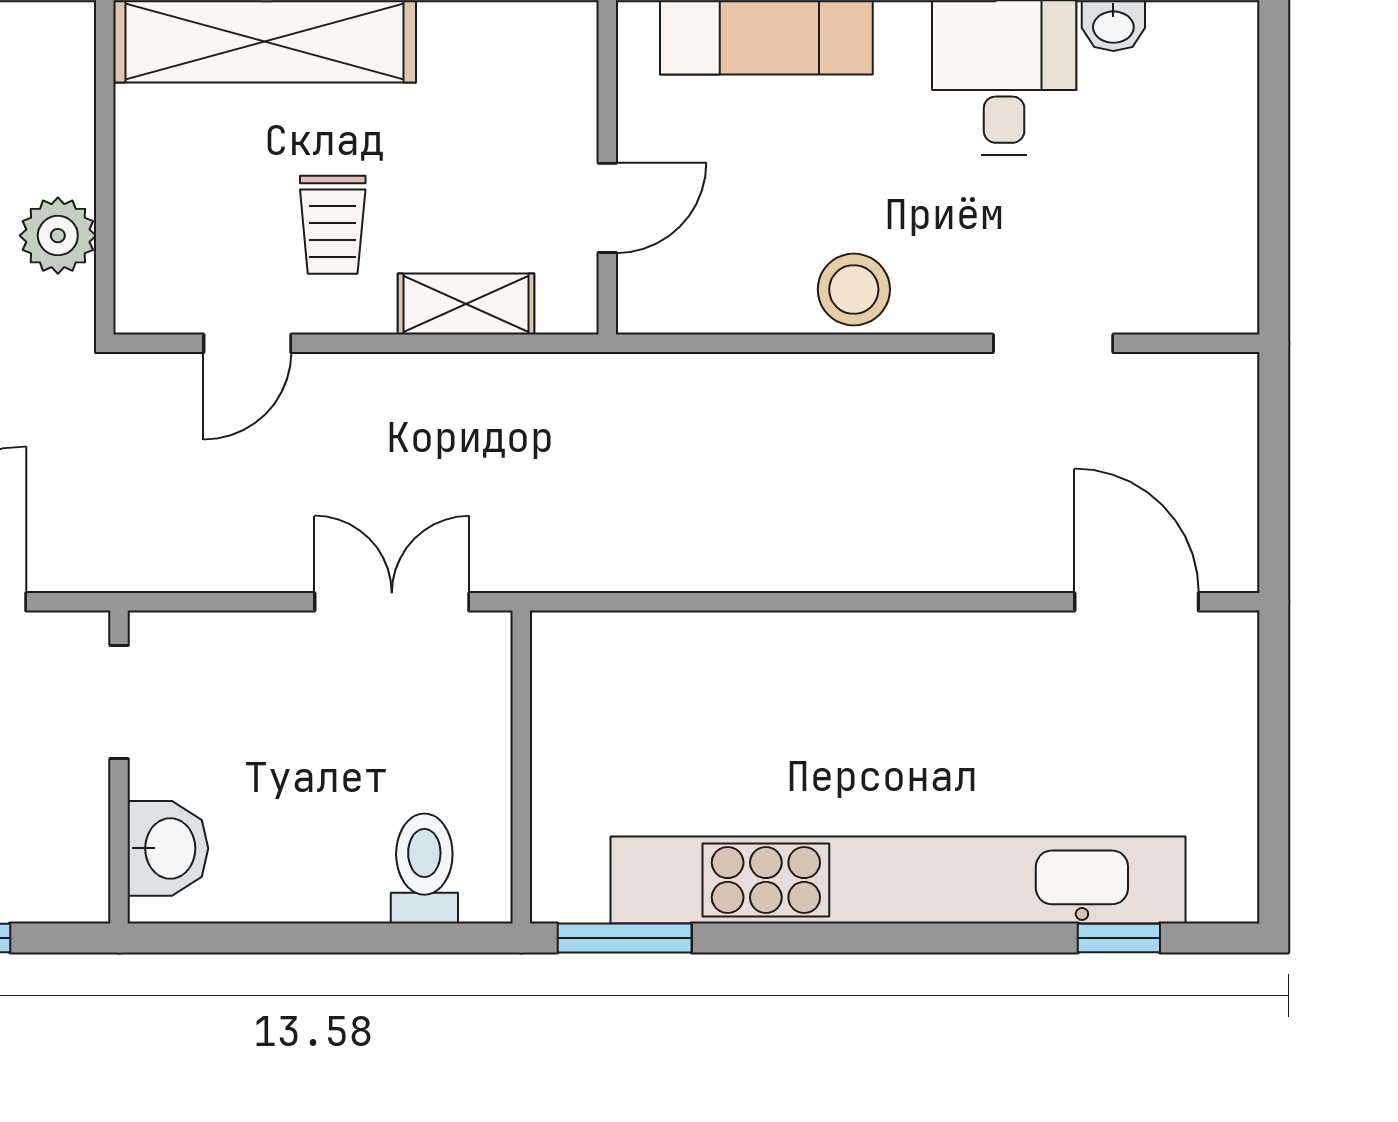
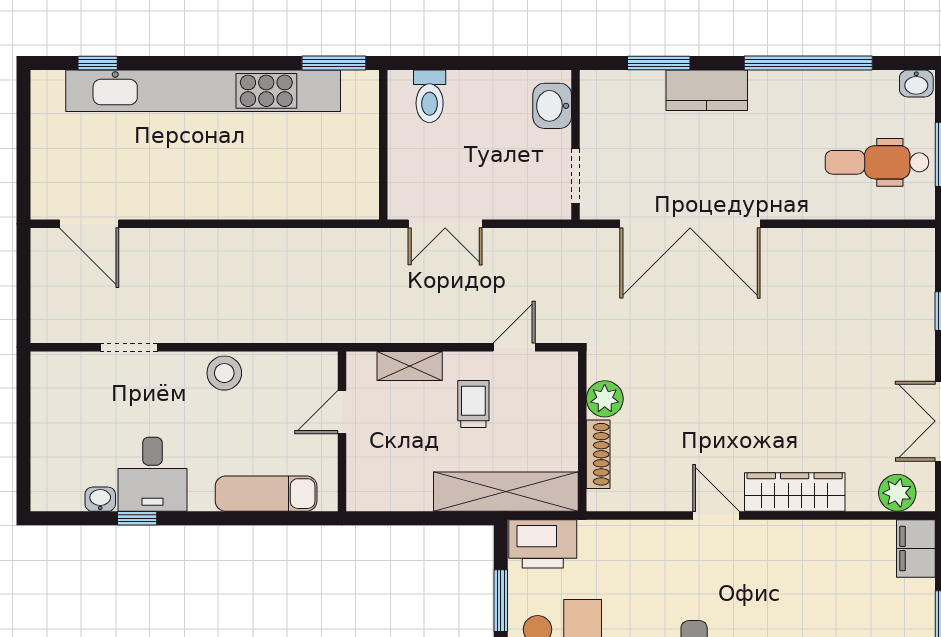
shoe rack: (72, 120) -> (598, 454), added

